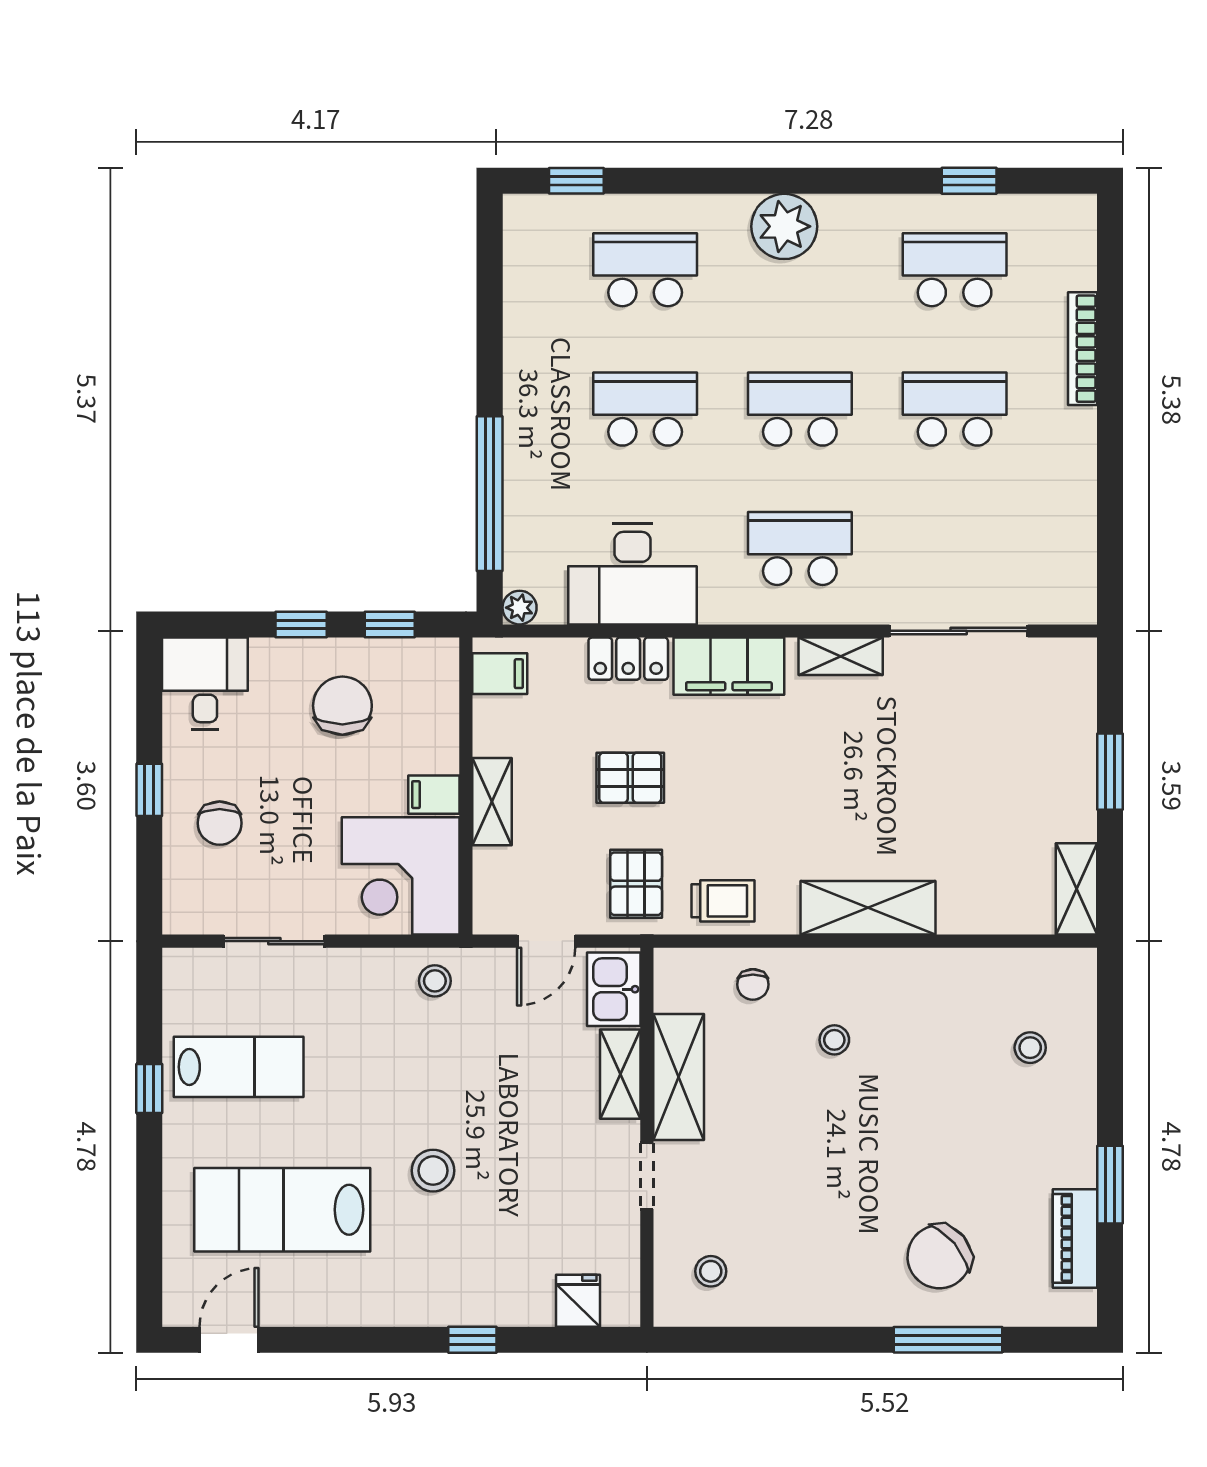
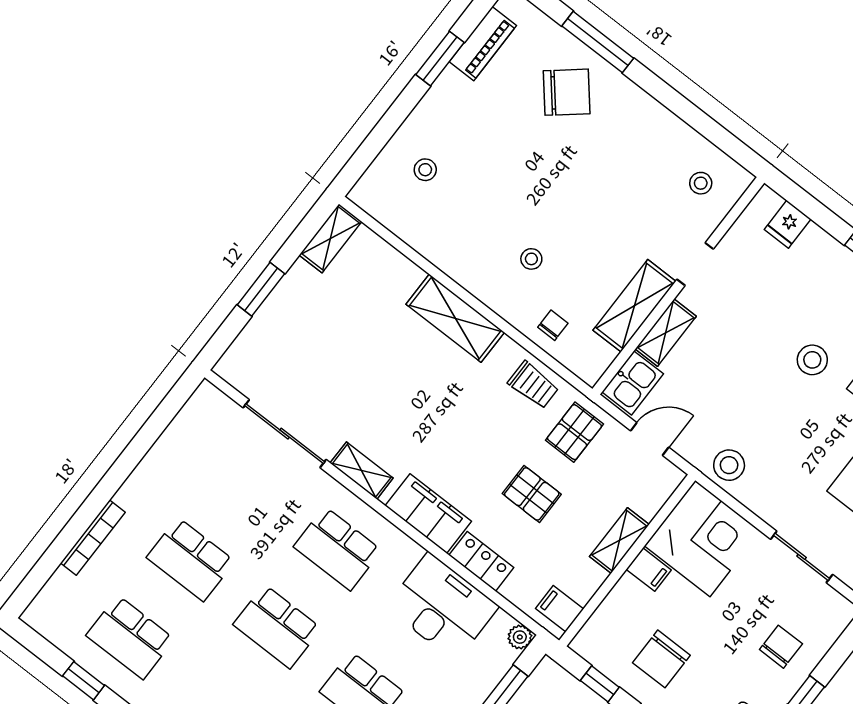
trolley: (723, 901) -> (533, 385), turned 180
stool: (435, 981) -> (729, 465), width x1.37, depth x1.37

